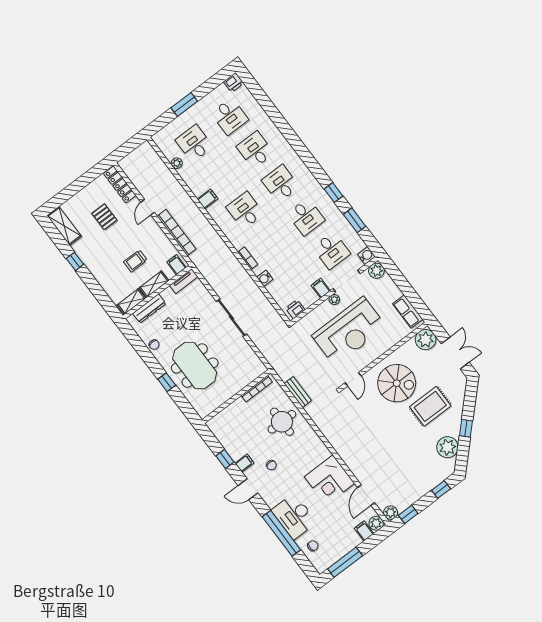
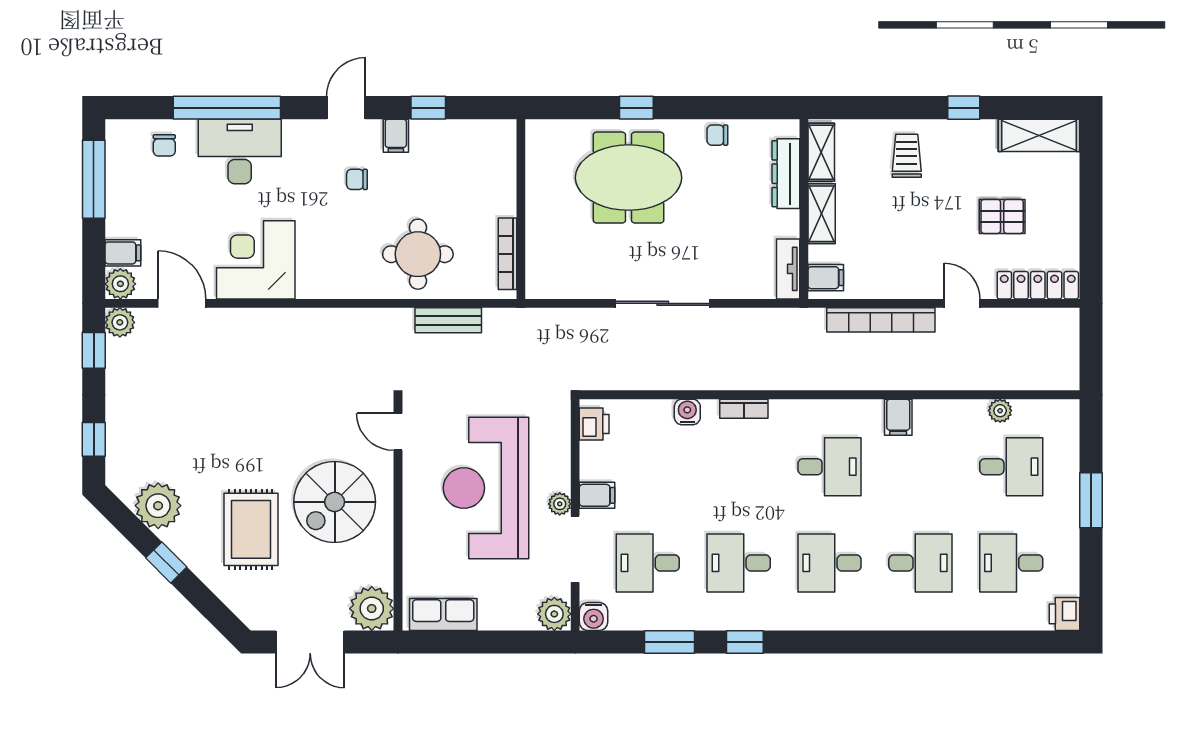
desk: (281, 183) -> (830, 563), turned 180
trolley: (135, 261) -> (907, 156), moved

